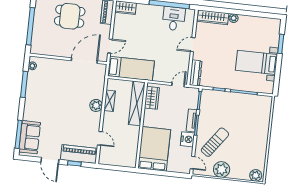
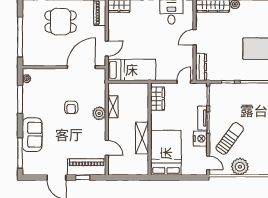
armchair: (71, 97) -> (71, 107), added
shelving: (137, 103) -> (142, 138), moved, width x0.68
sofa: (30, 137) -> (32, 135), moved

